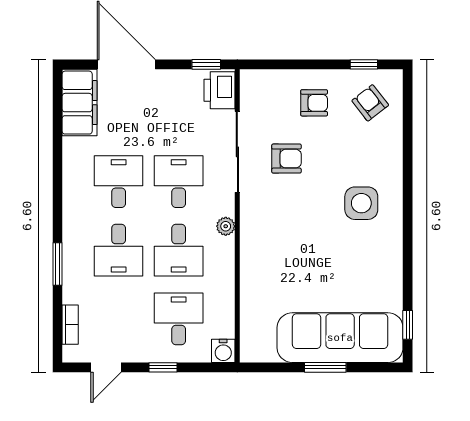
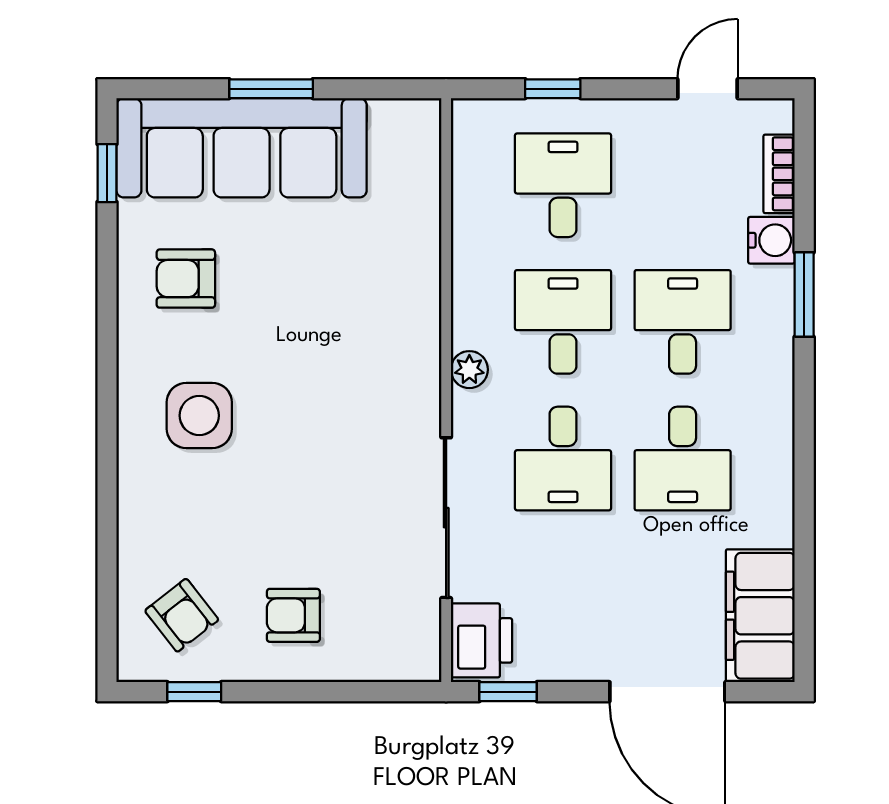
armchair: (286, 159) -> (186, 279), moved
desk: (179, 319) -> (563, 185), turned 180
water cooler: (223, 351) -> (771, 240), moved, turned 90
window: (163, 367) -> (553, 89), moved

